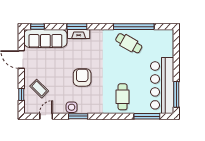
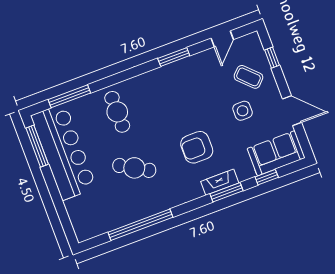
window: (37, 27) -> (267, 177), moved
sofa: (45, 38) -> (276, 153), width x0.73
cafe table: (129, 43) -> (134, 168), moved
armchair: (82, 77) -> (197, 147), moved, turned 90
side table: (72, 107) -> (243, 111), moved

